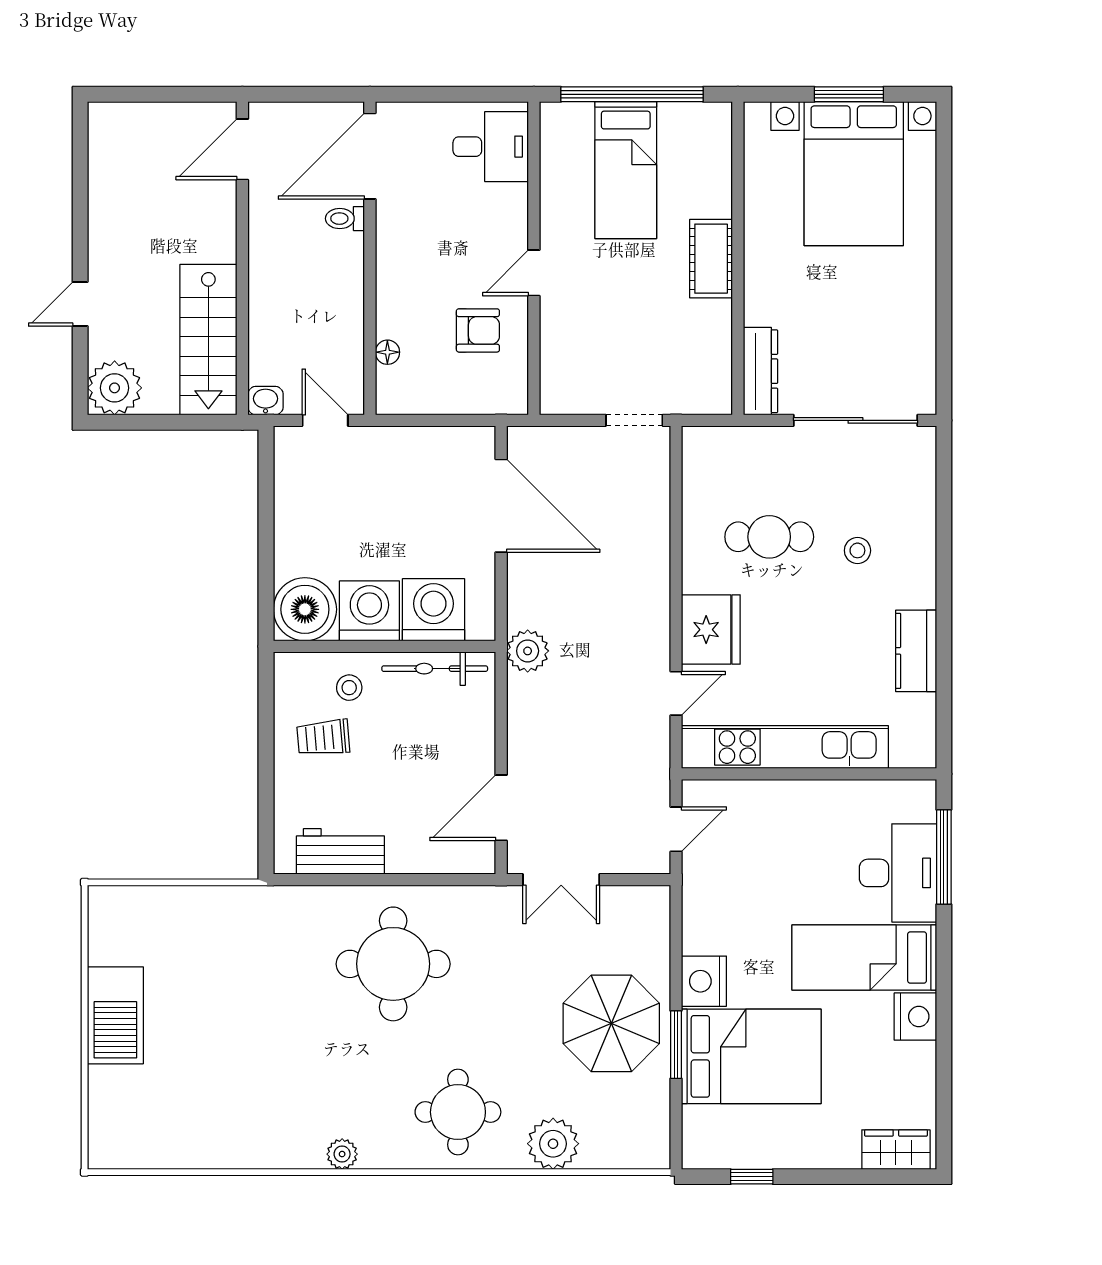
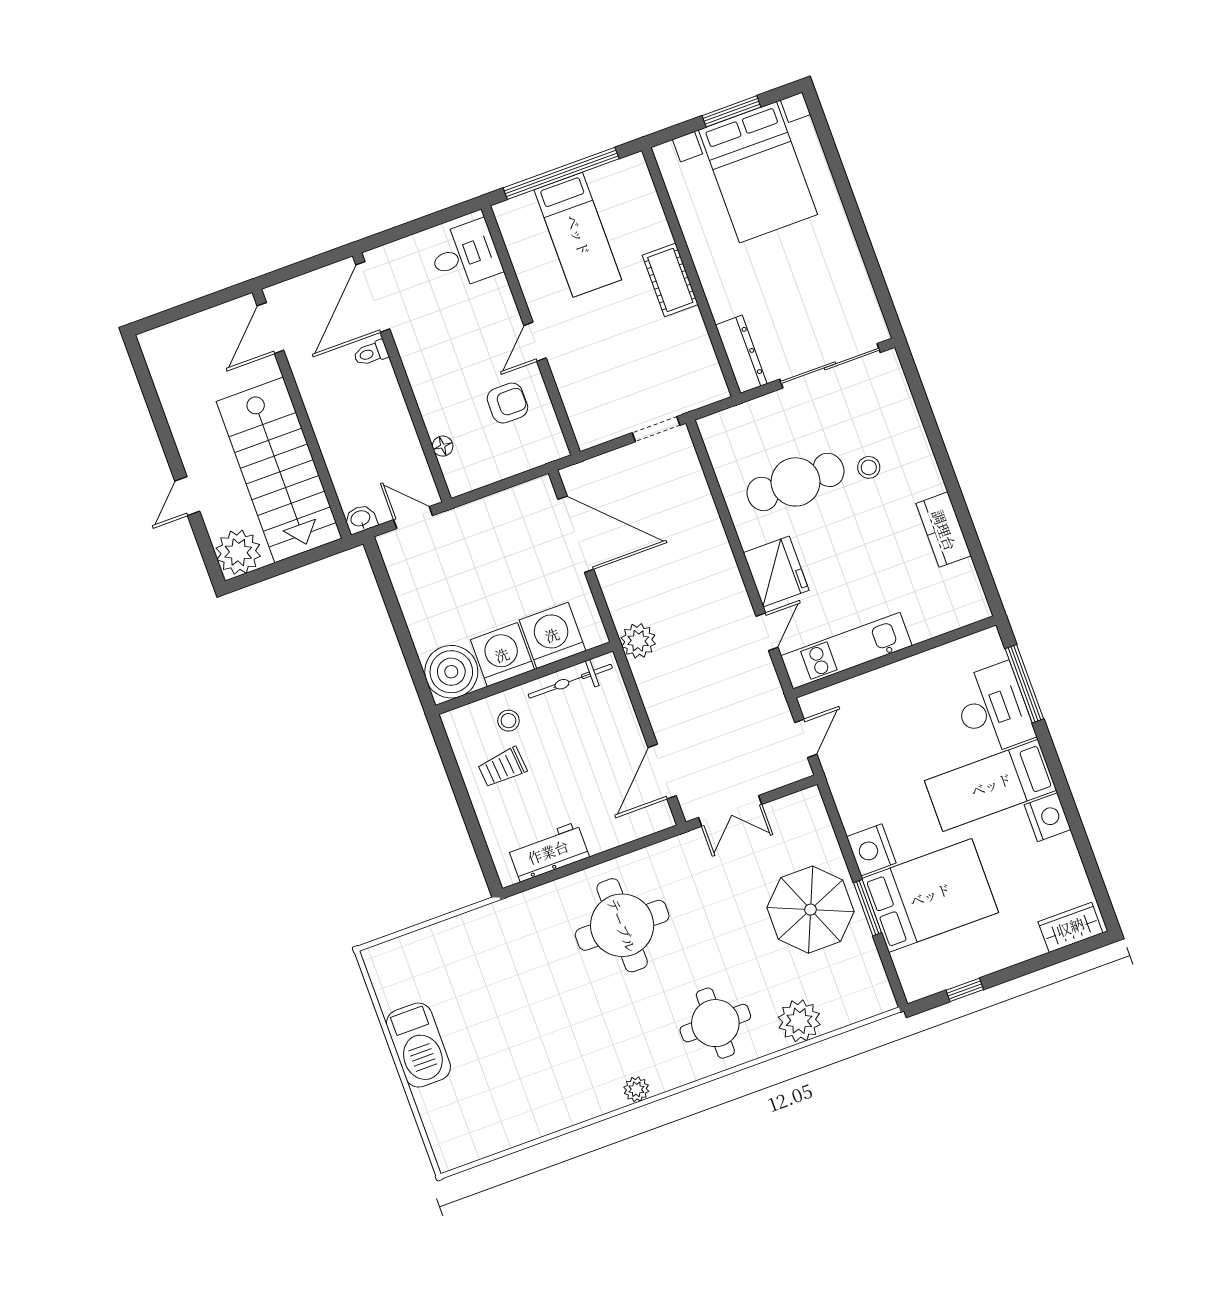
stairs: (208, 340) -> (279, 470), width x1.36, depth x1.51
cafe table: (769, 537) -> (795, 482), width x1.37, depth x1.35
kitchen unit: (785, 747) -> (846, 651), width x0.73

